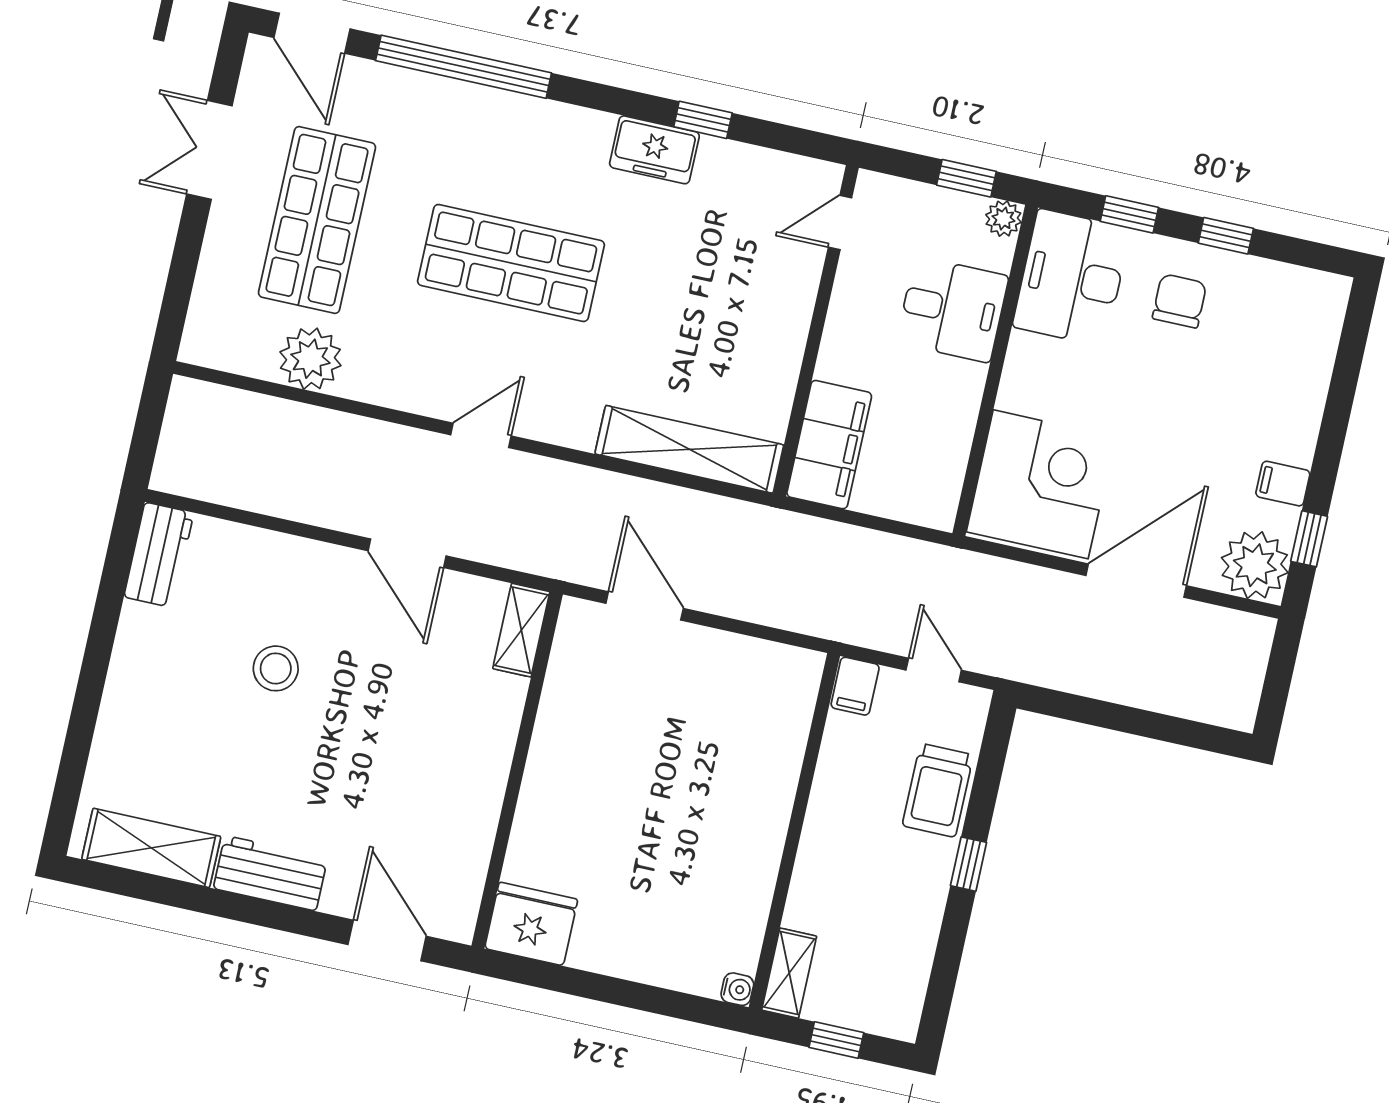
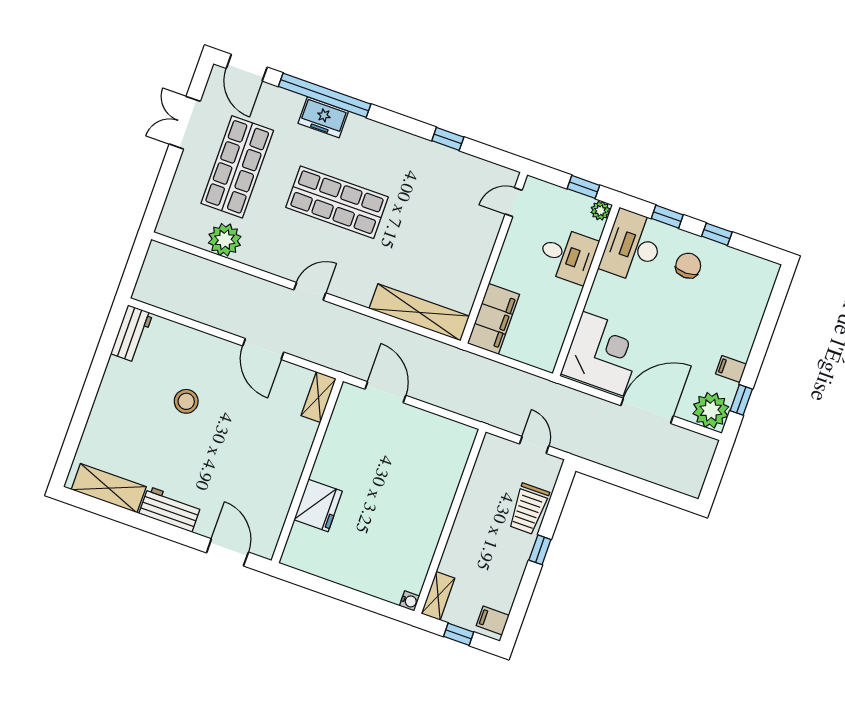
freezer: (654, 150) -> (323, 117), moved
filing cabinet: (855, 686) -> (493, 621), moved, turned 90
fridge: (531, 924) -> (318, 505), moved, turned 90

